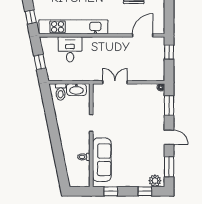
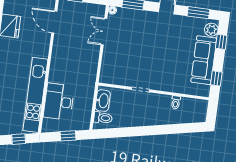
desk: (70, 49) -> (59, 102), width x1.37
double door: (115, 82) -> (104, 32), moved
sofa: (102, 160) -> (204, 60), moved, turned -90

